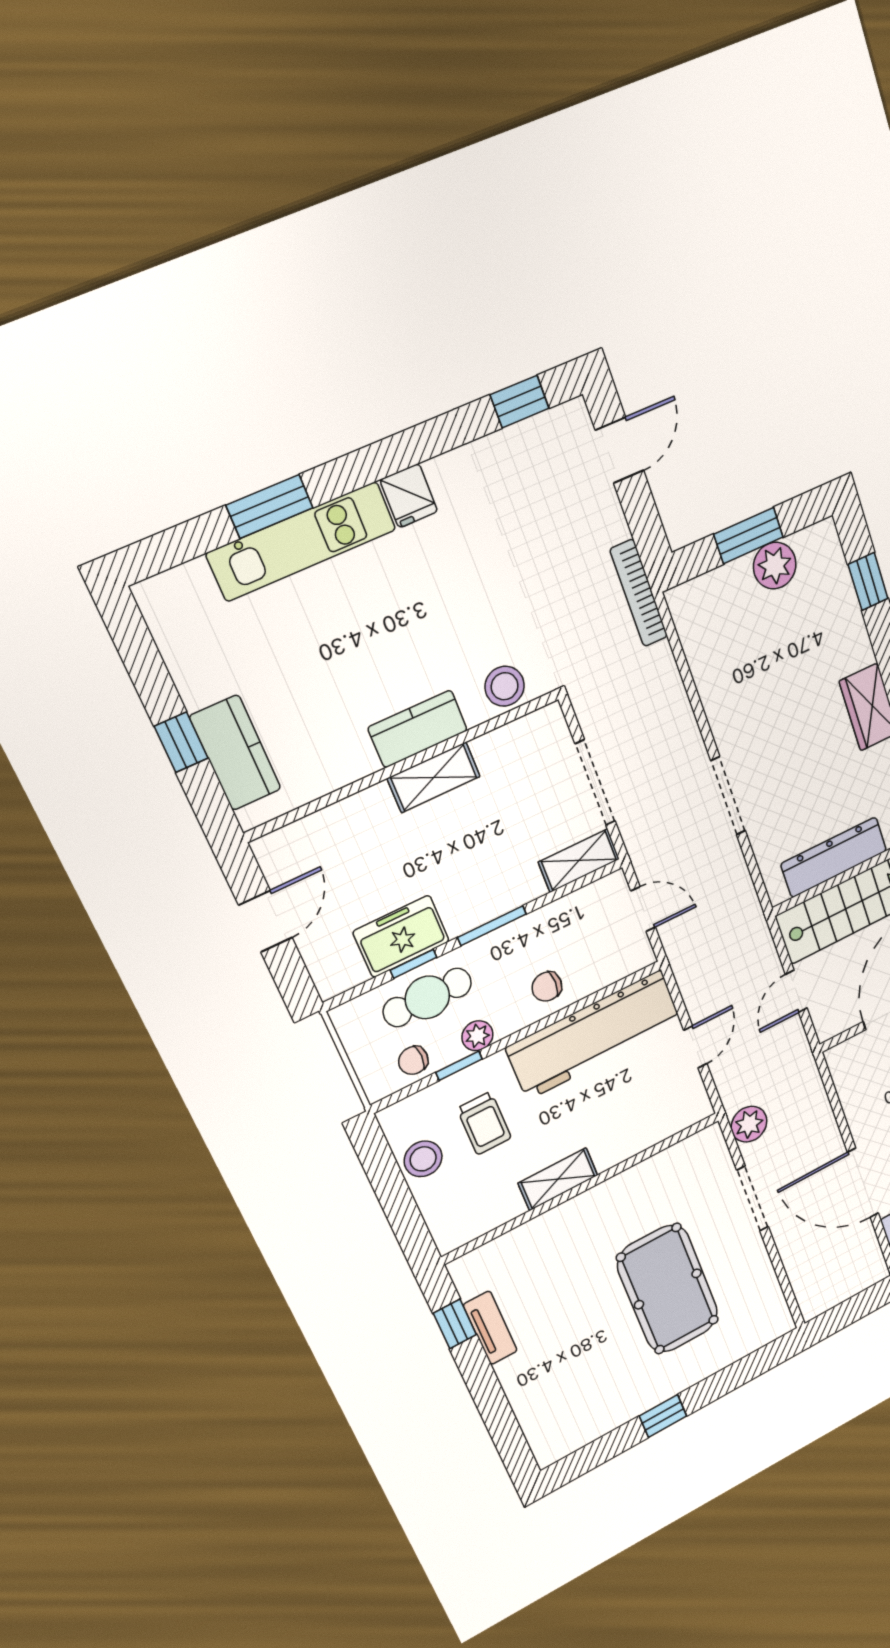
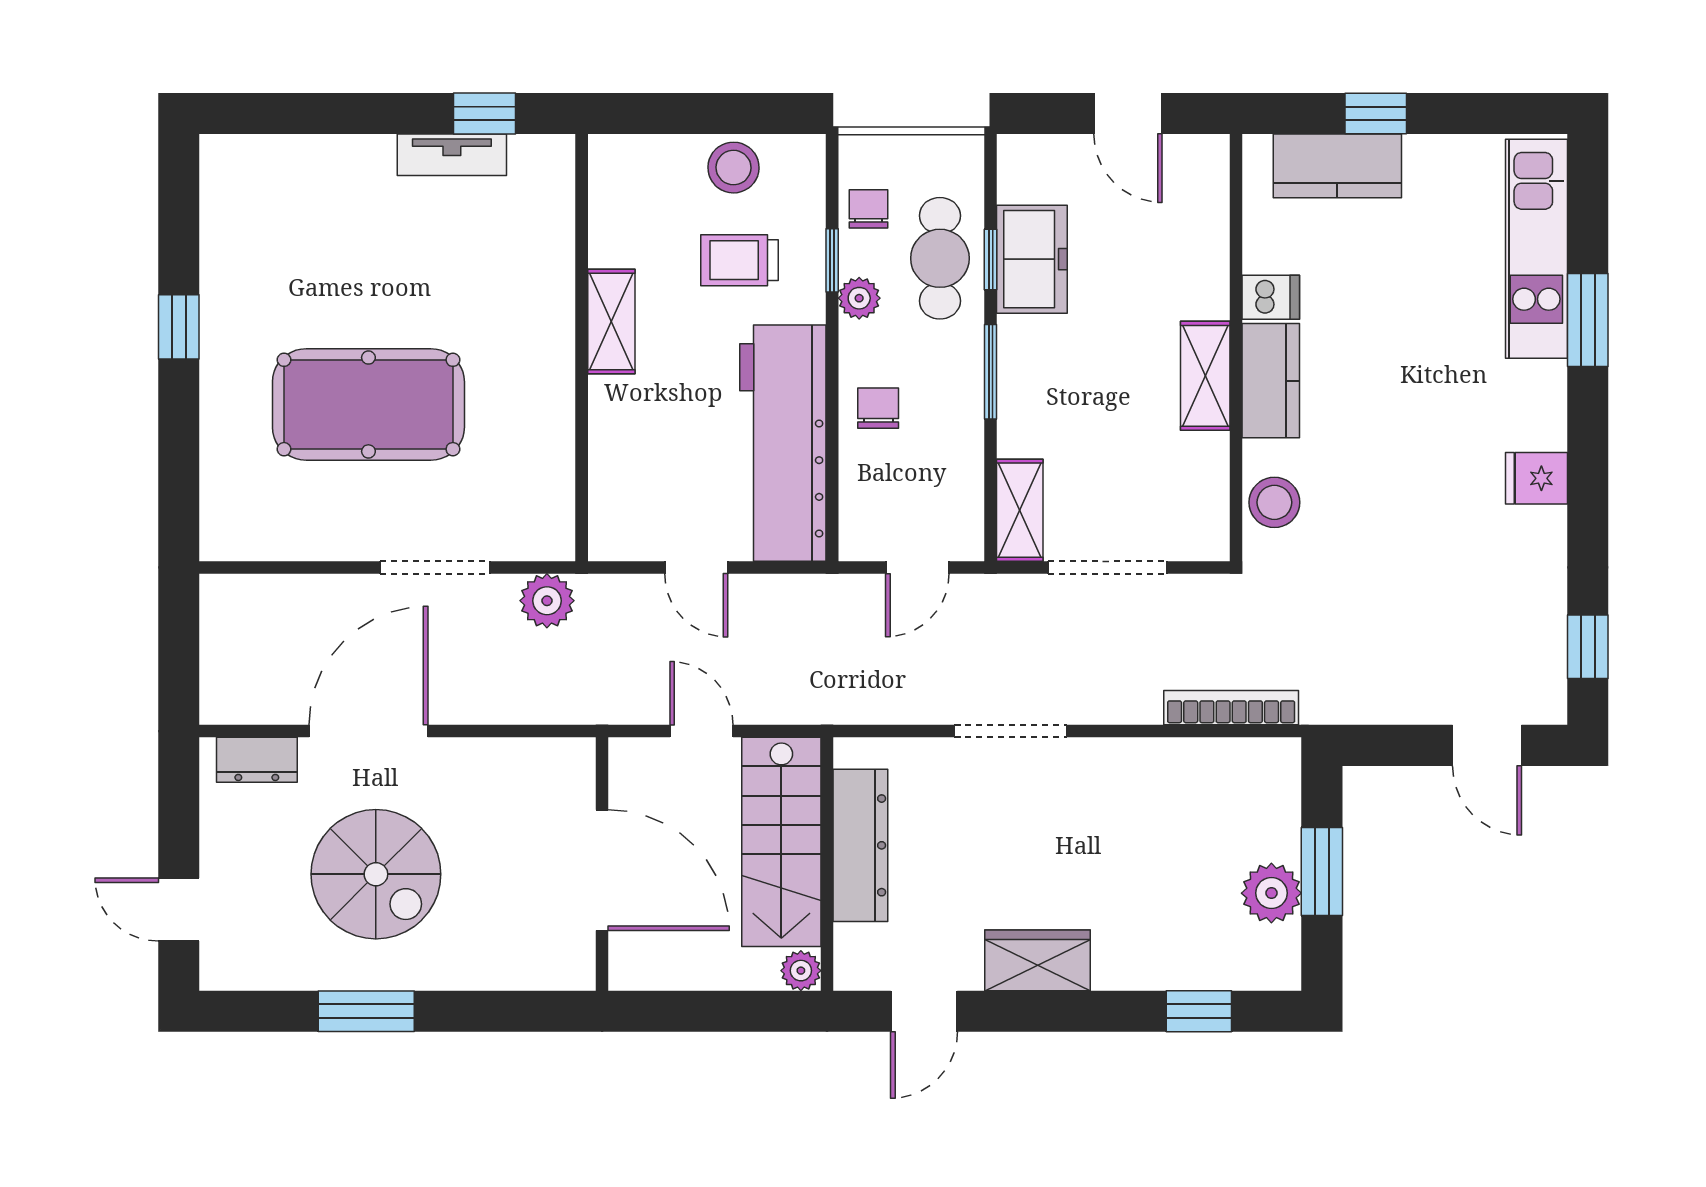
kitchen unit: (302, 541) -> (1536, 249), moved
bookcase: (639, 593) -> (1231, 708), moved
dishwasher: (356, 757) -> (1271, 297), added

